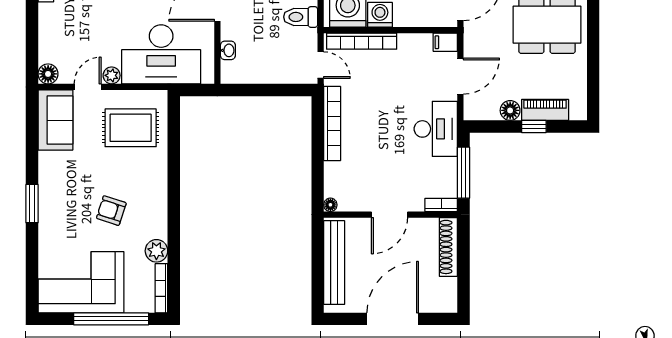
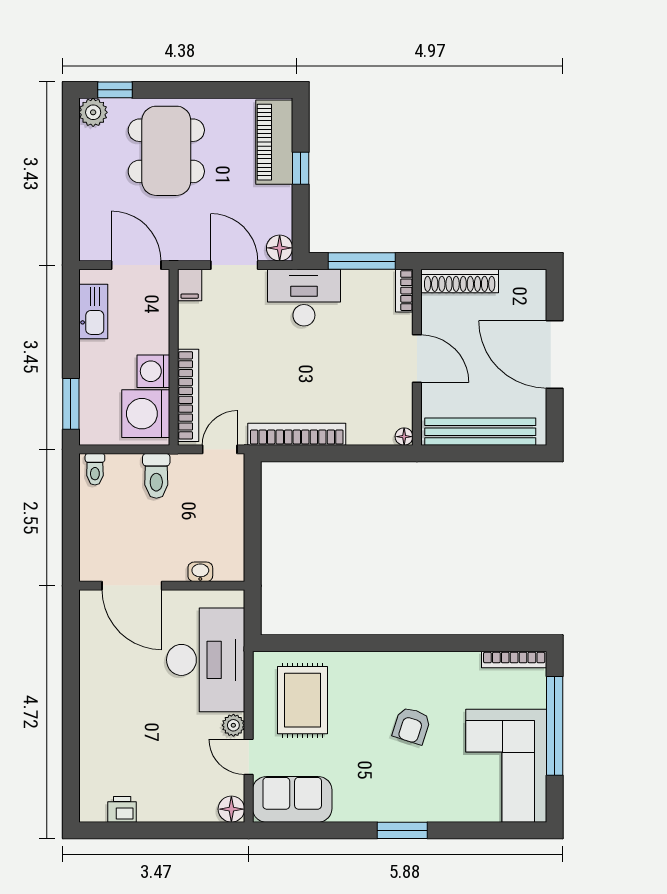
floor lamp: (510, 110) -> (280, 248), moved
piano: (545, 110) -> (274, 142), width x1.37, depth x1.33
plant: (156, 251) -> (465, 666), removed

